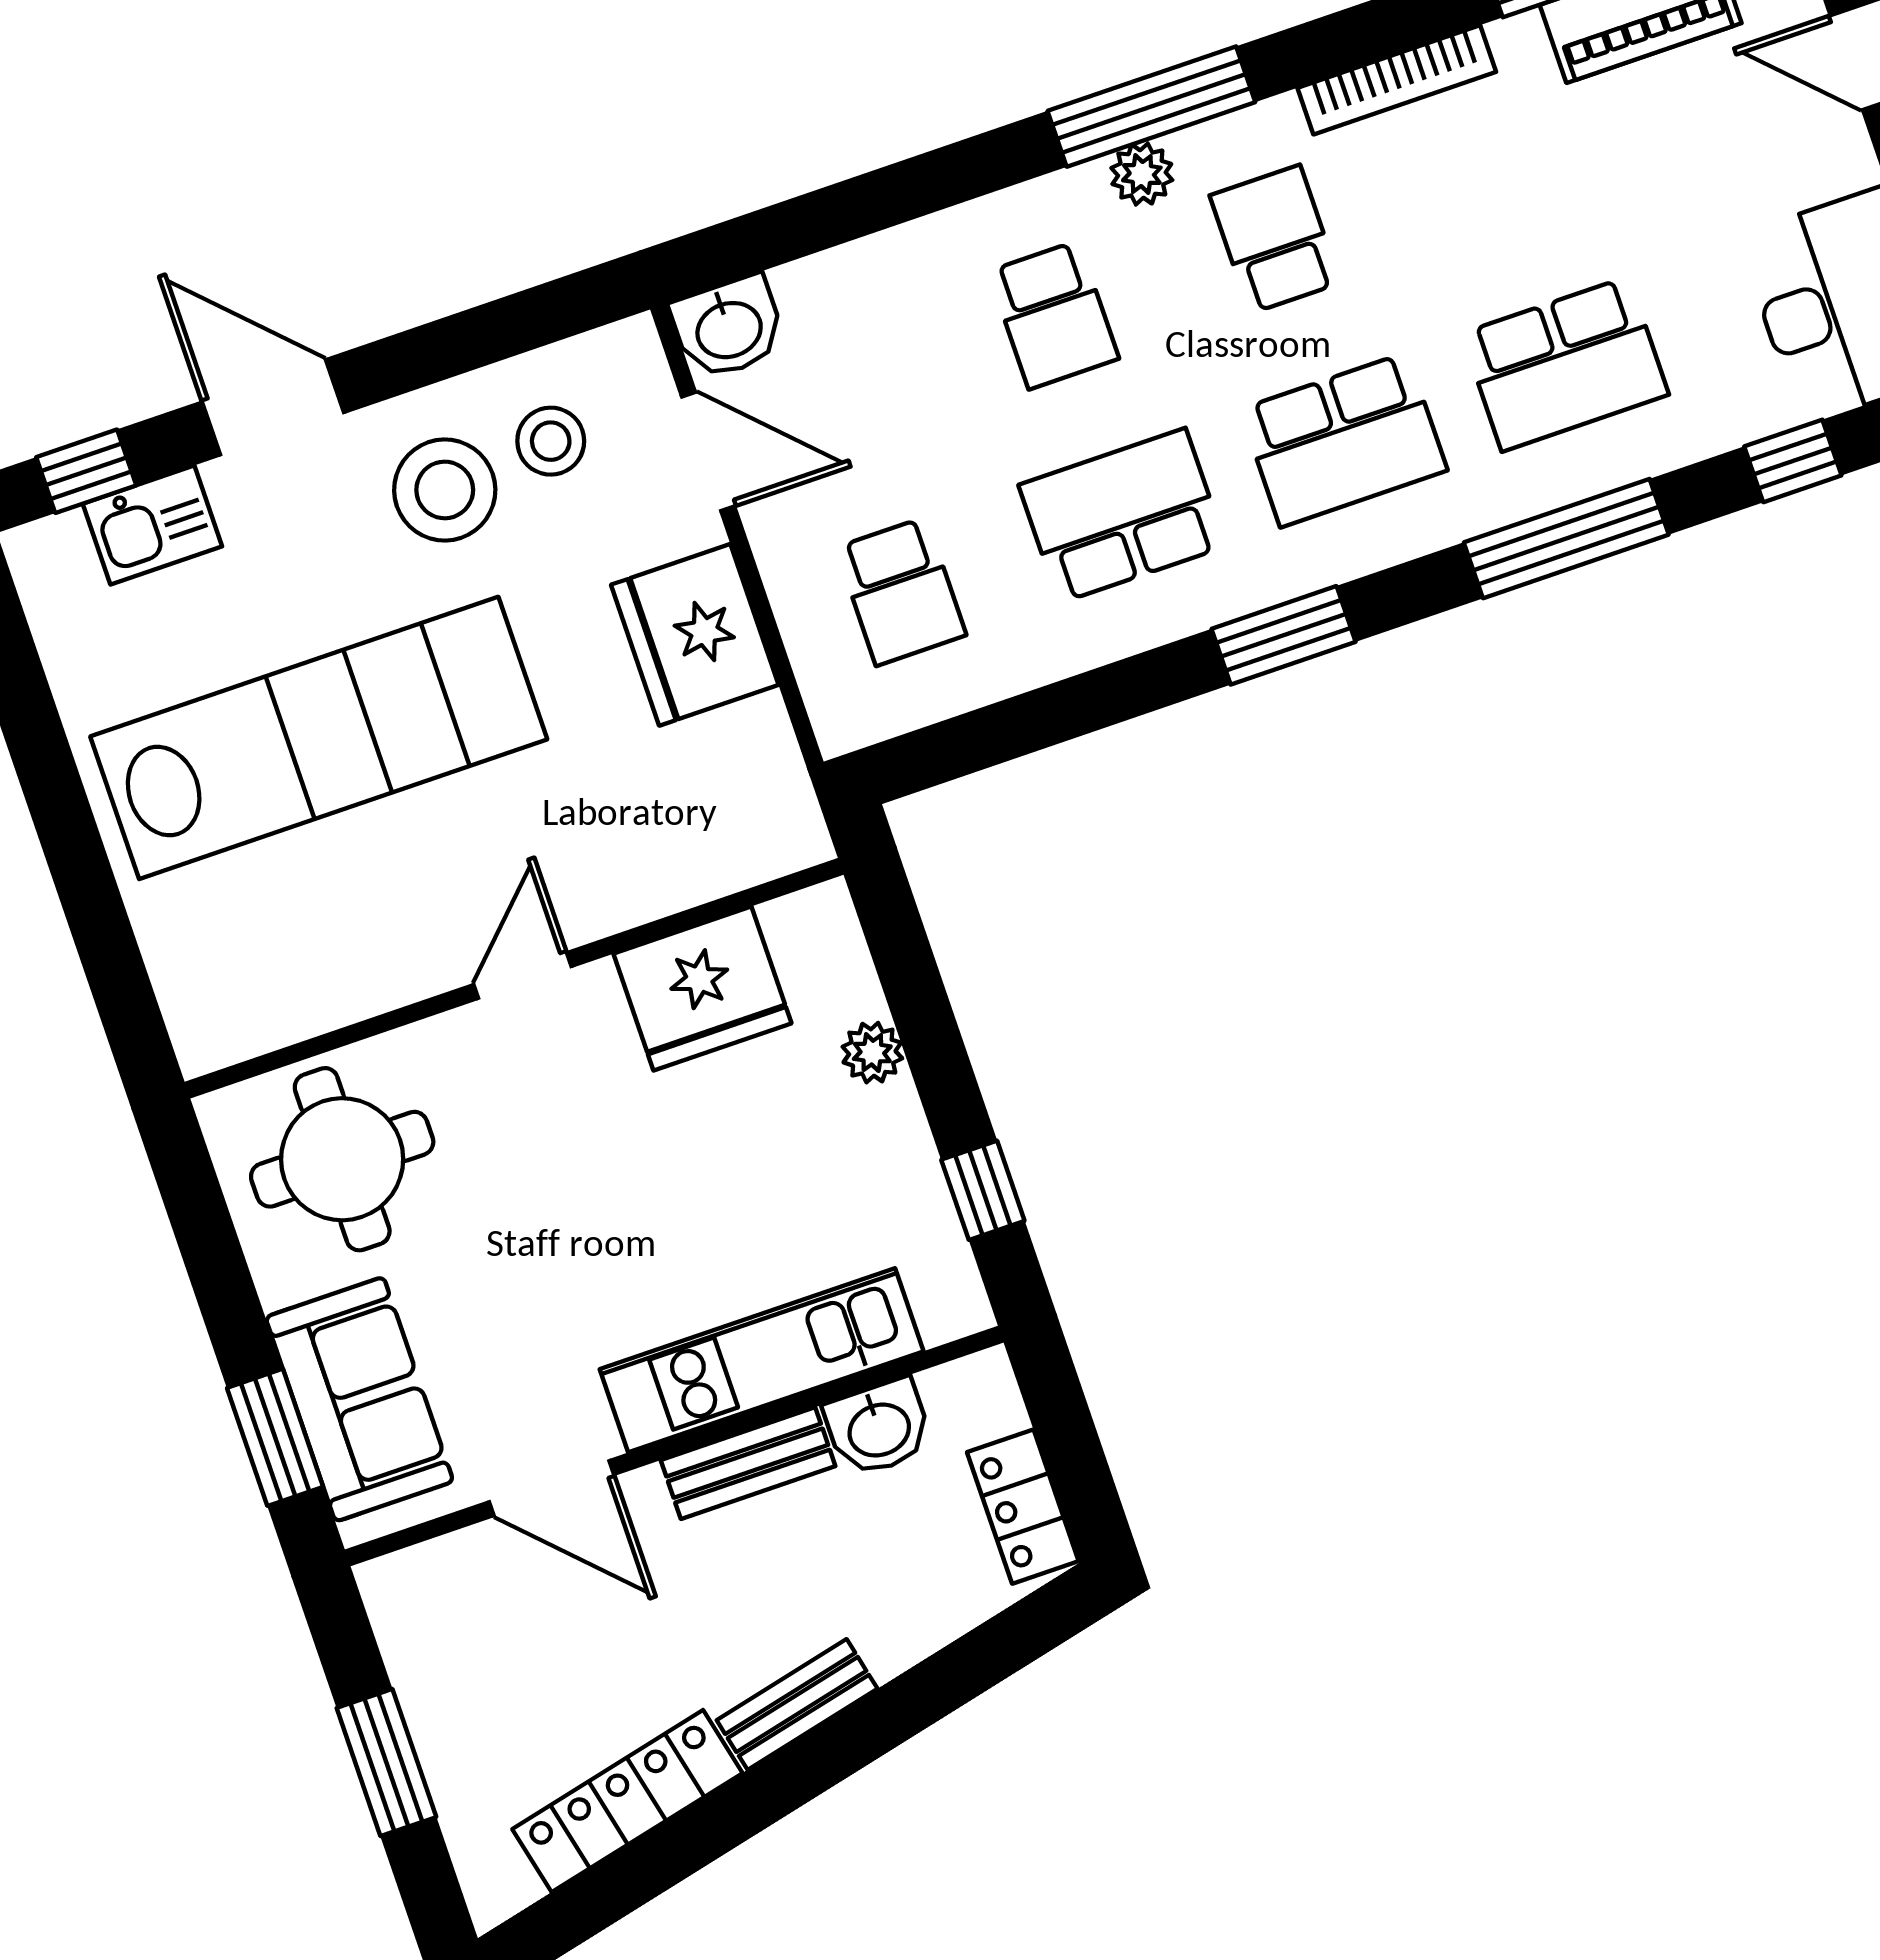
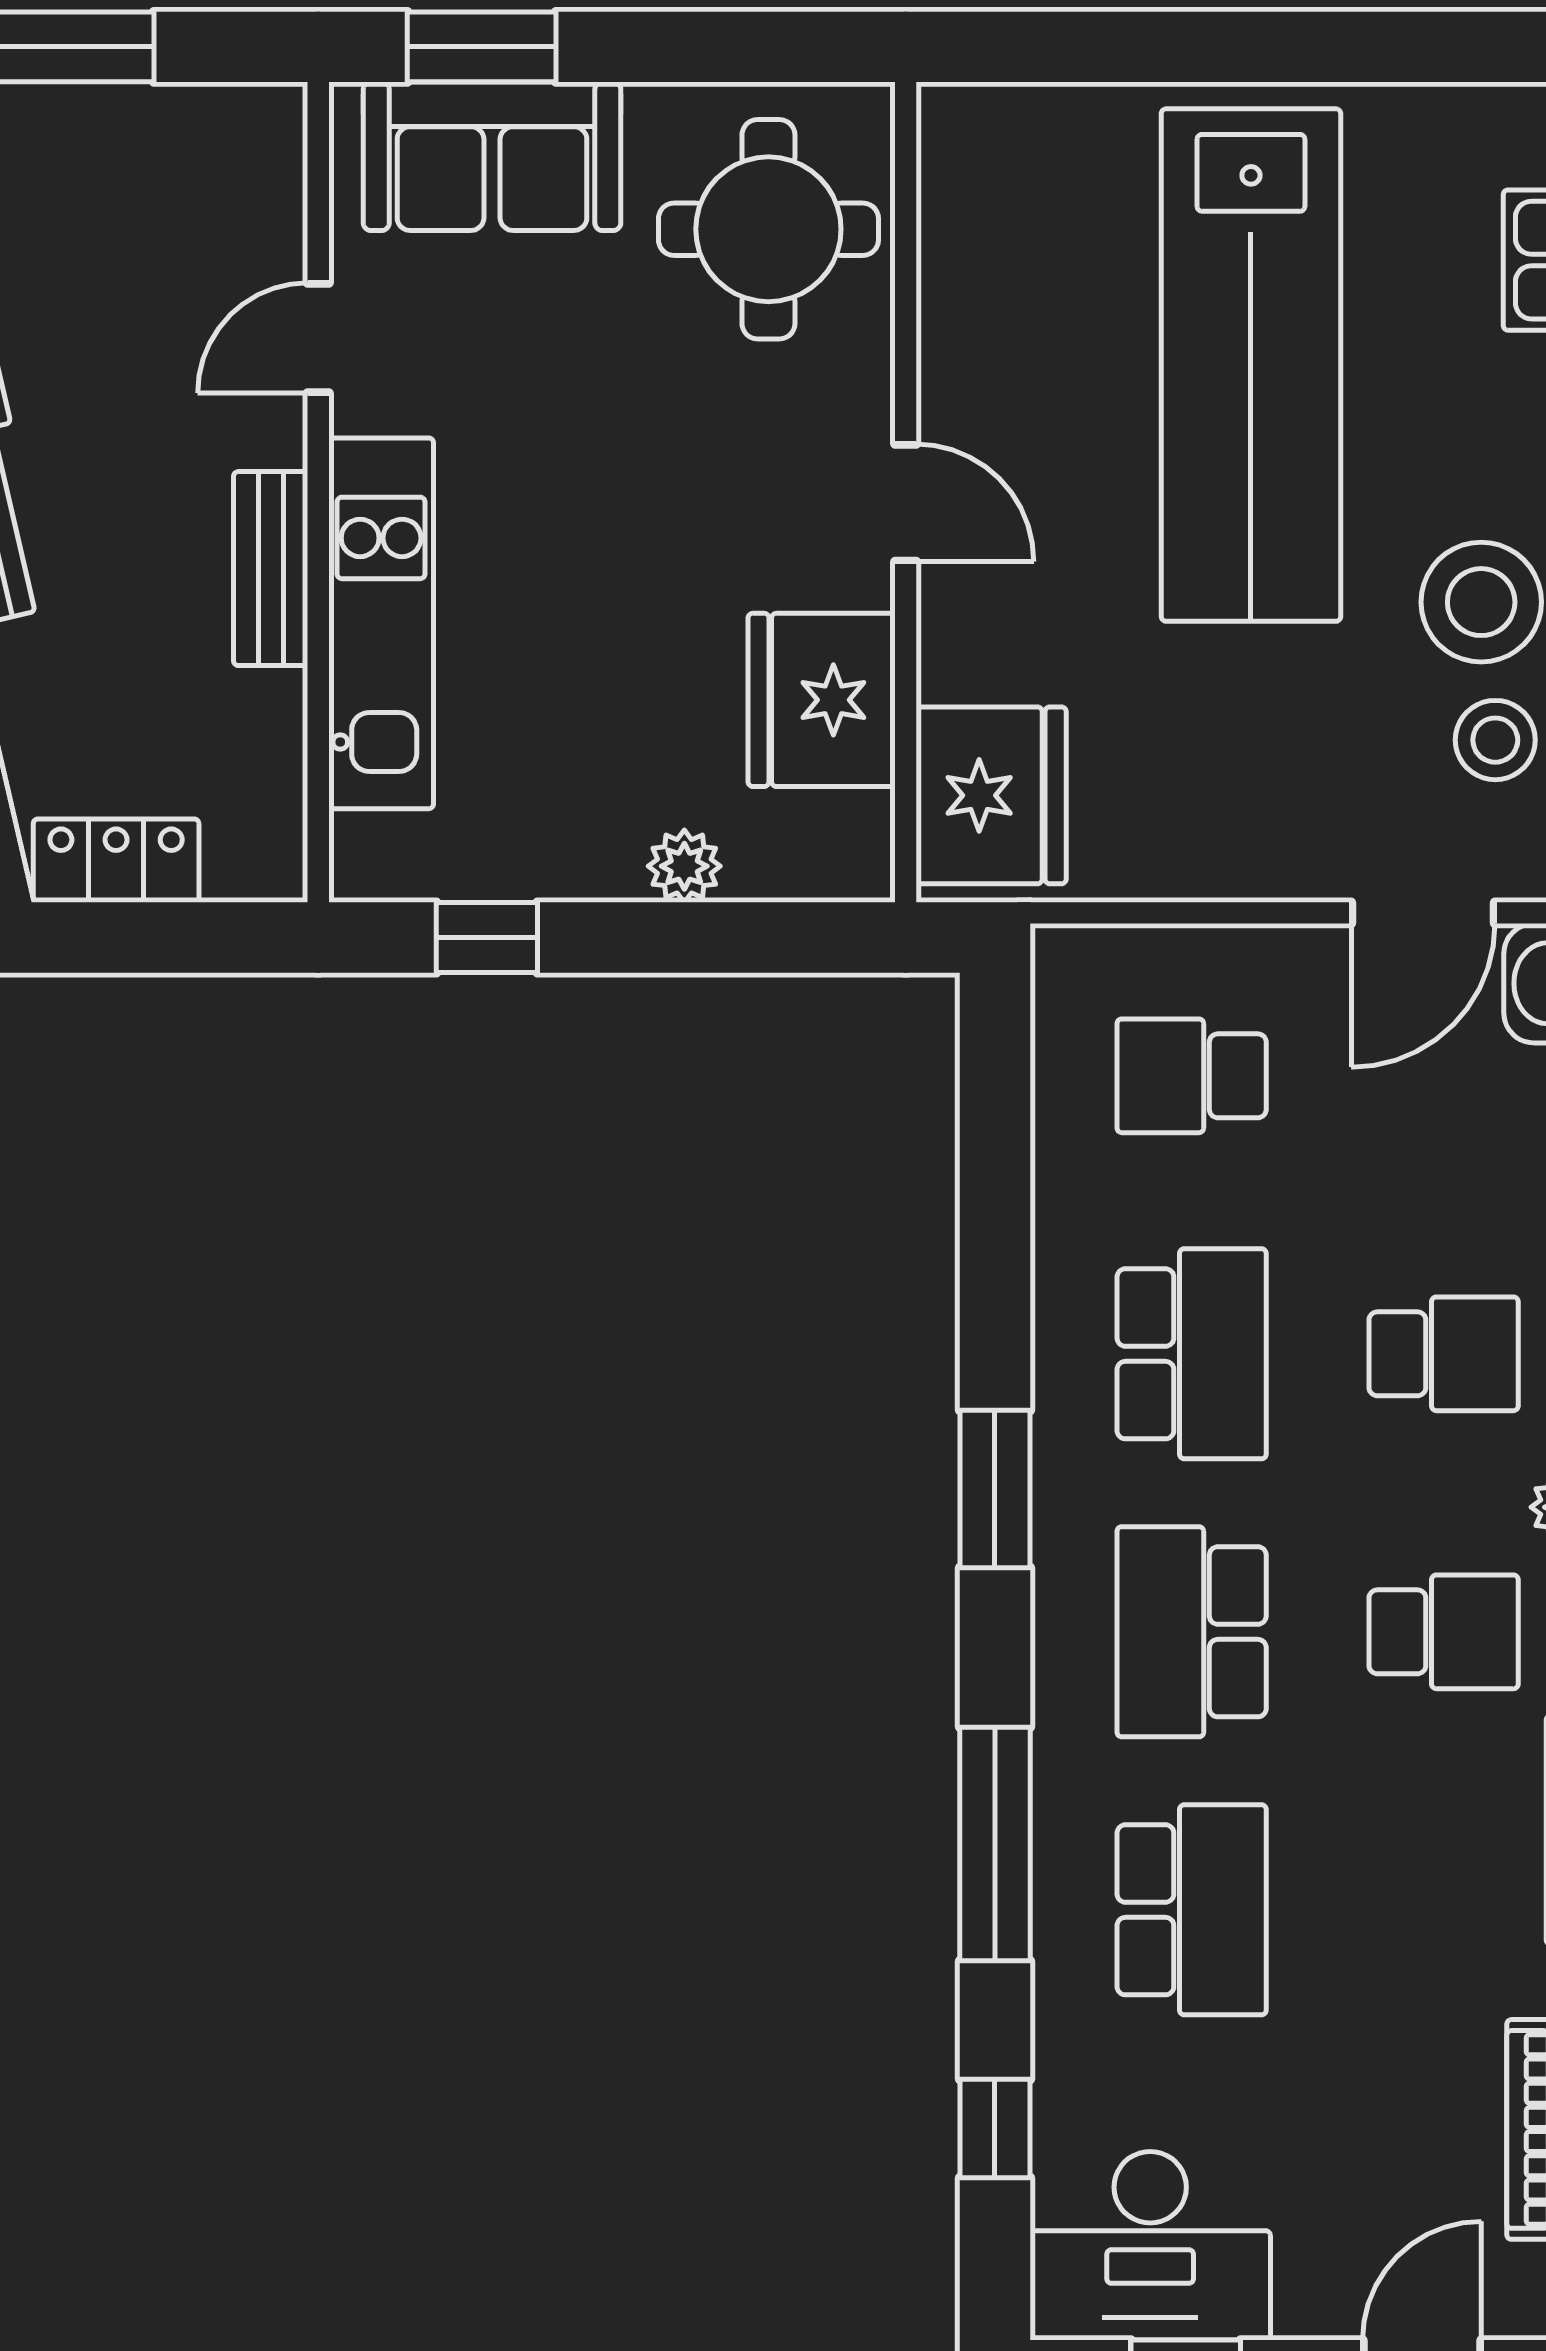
school desk: (1054, 315) -> (1444, 1354), turned 180
school desk: (1565, 364) -> (1192, 1910), turned 180
fridge: (695, 635) -> (991, 795), moved, turned 90
washbasin: (878, 1428) -> (260, 729), removed
door: (552, 1488) -> (318, 338), width x0.73

